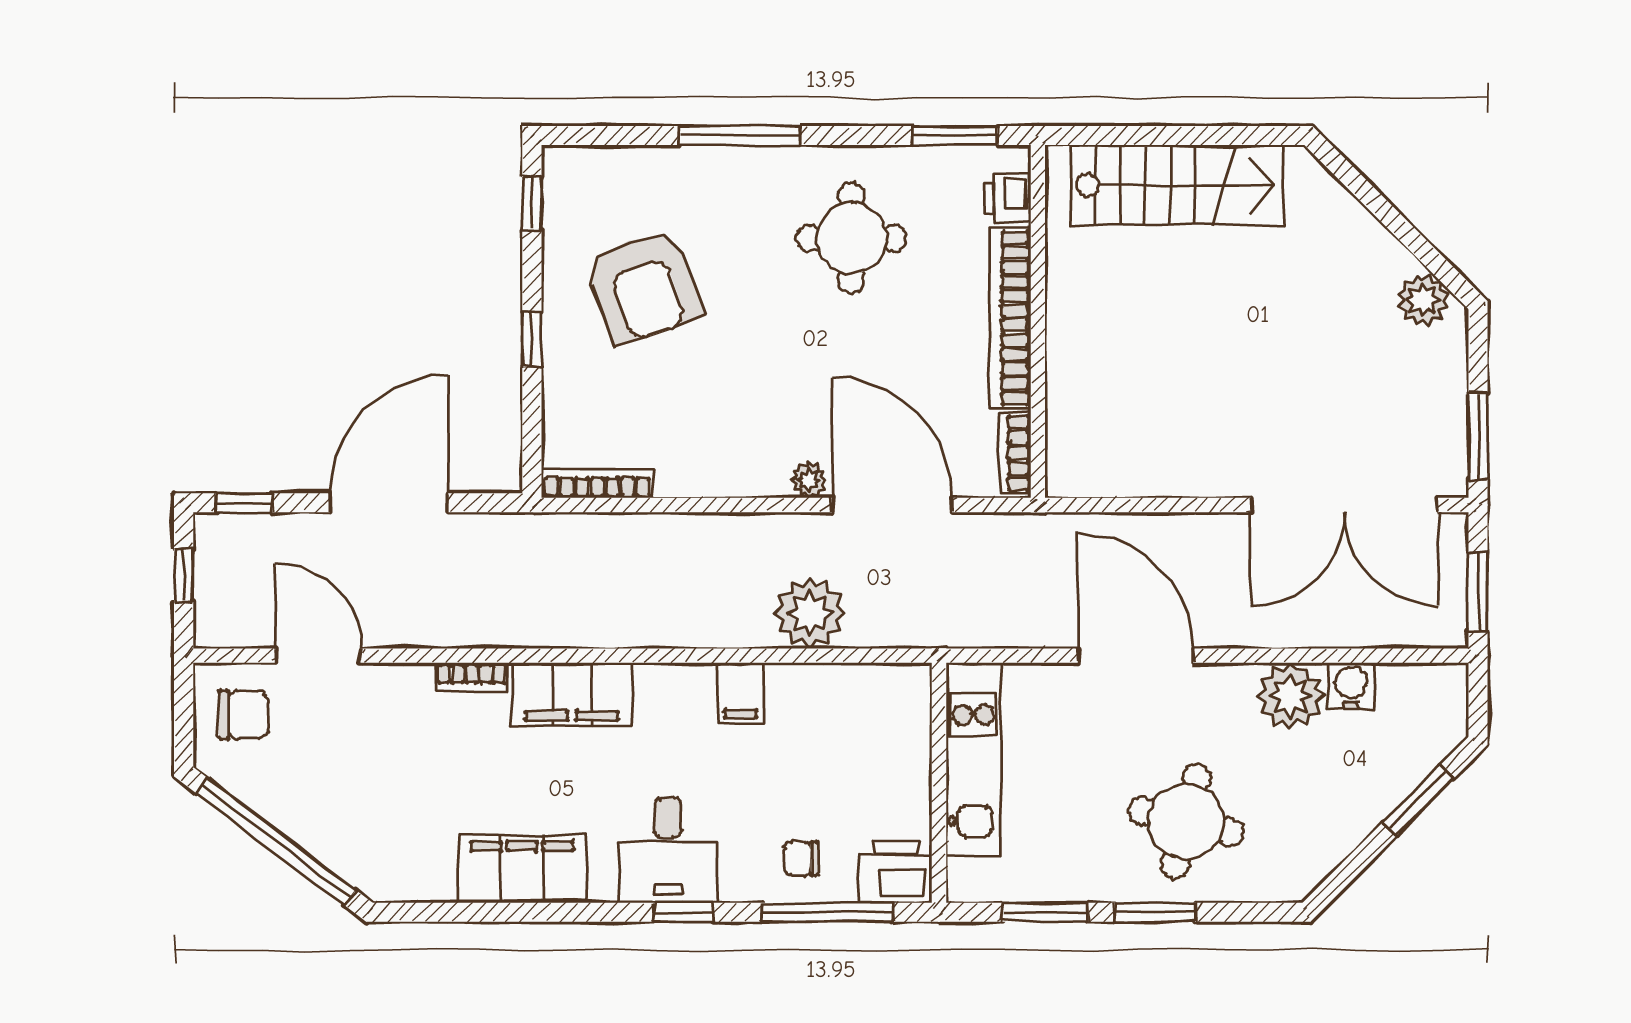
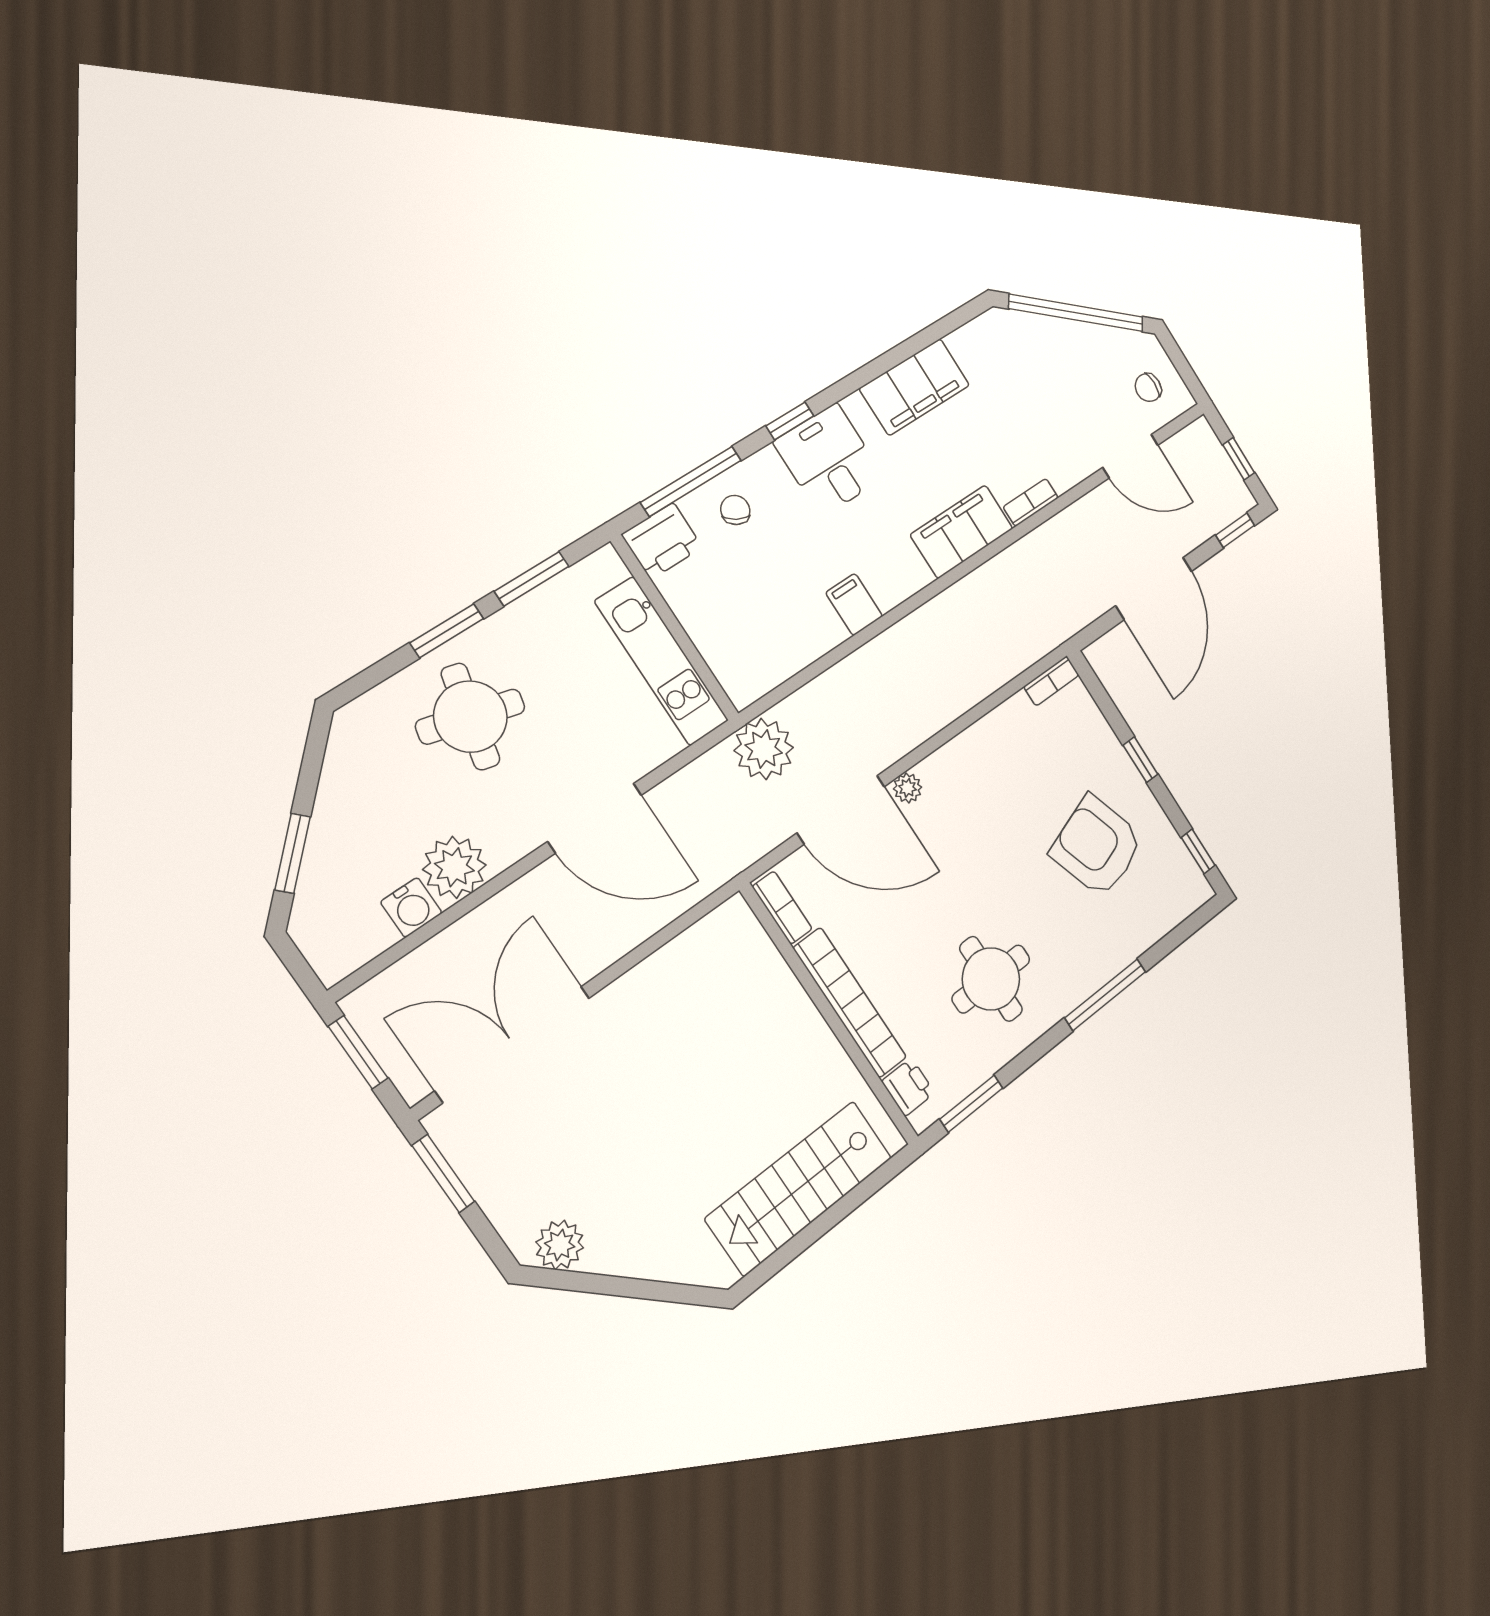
bookcase: (597, 484) -> (1051, 681), width x0.64
plant: (810, 613) -> (764, 749), moved
chair: (244, 715) -> (1148, 388), width x0.73, depth x0.73
chair: (801, 858) -> (735, 510), turned -62

